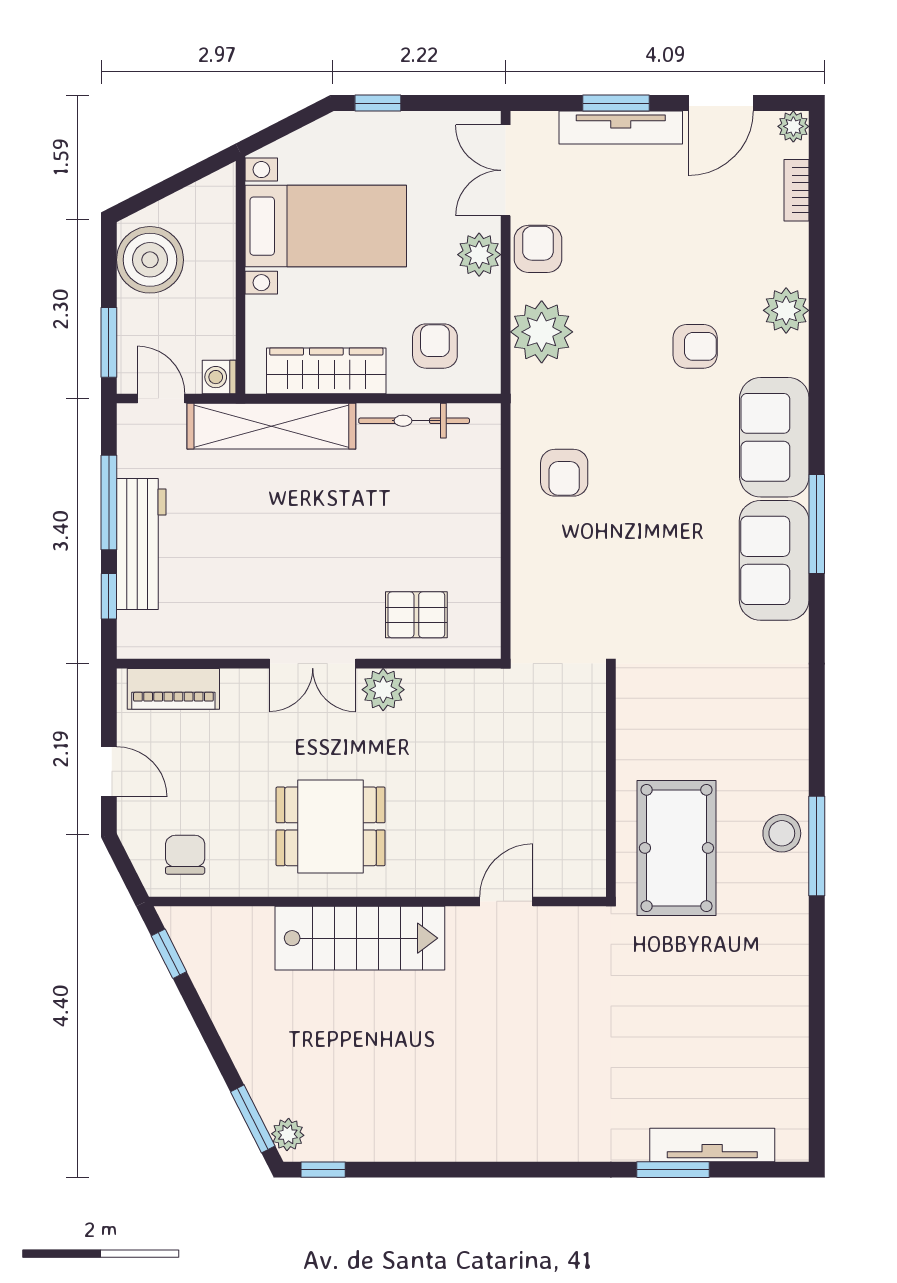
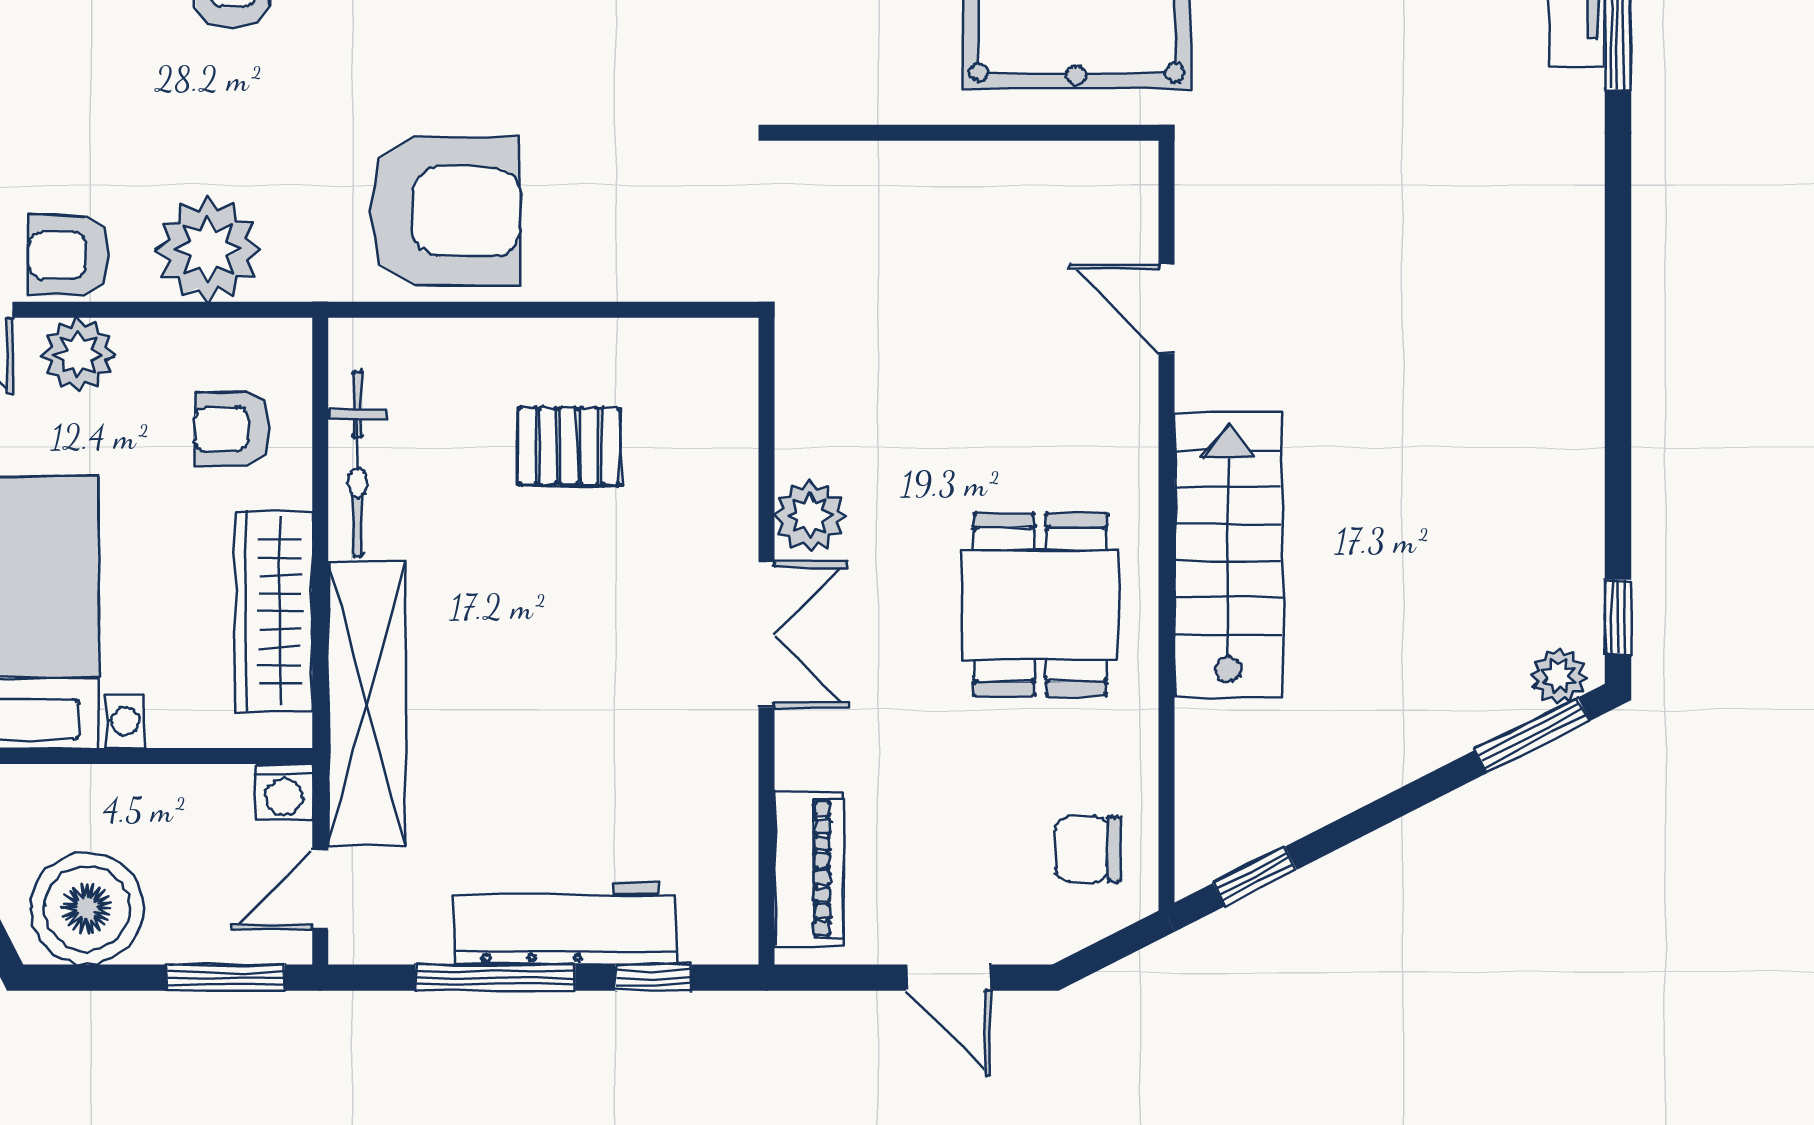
armchair: (564, 473) -> (445, 211), width x1.88, depth x1.88
pallet: (416, 615) -> (569, 446), moved, turned 90
door: (109, 772) -> (948, 978), swing flipped

